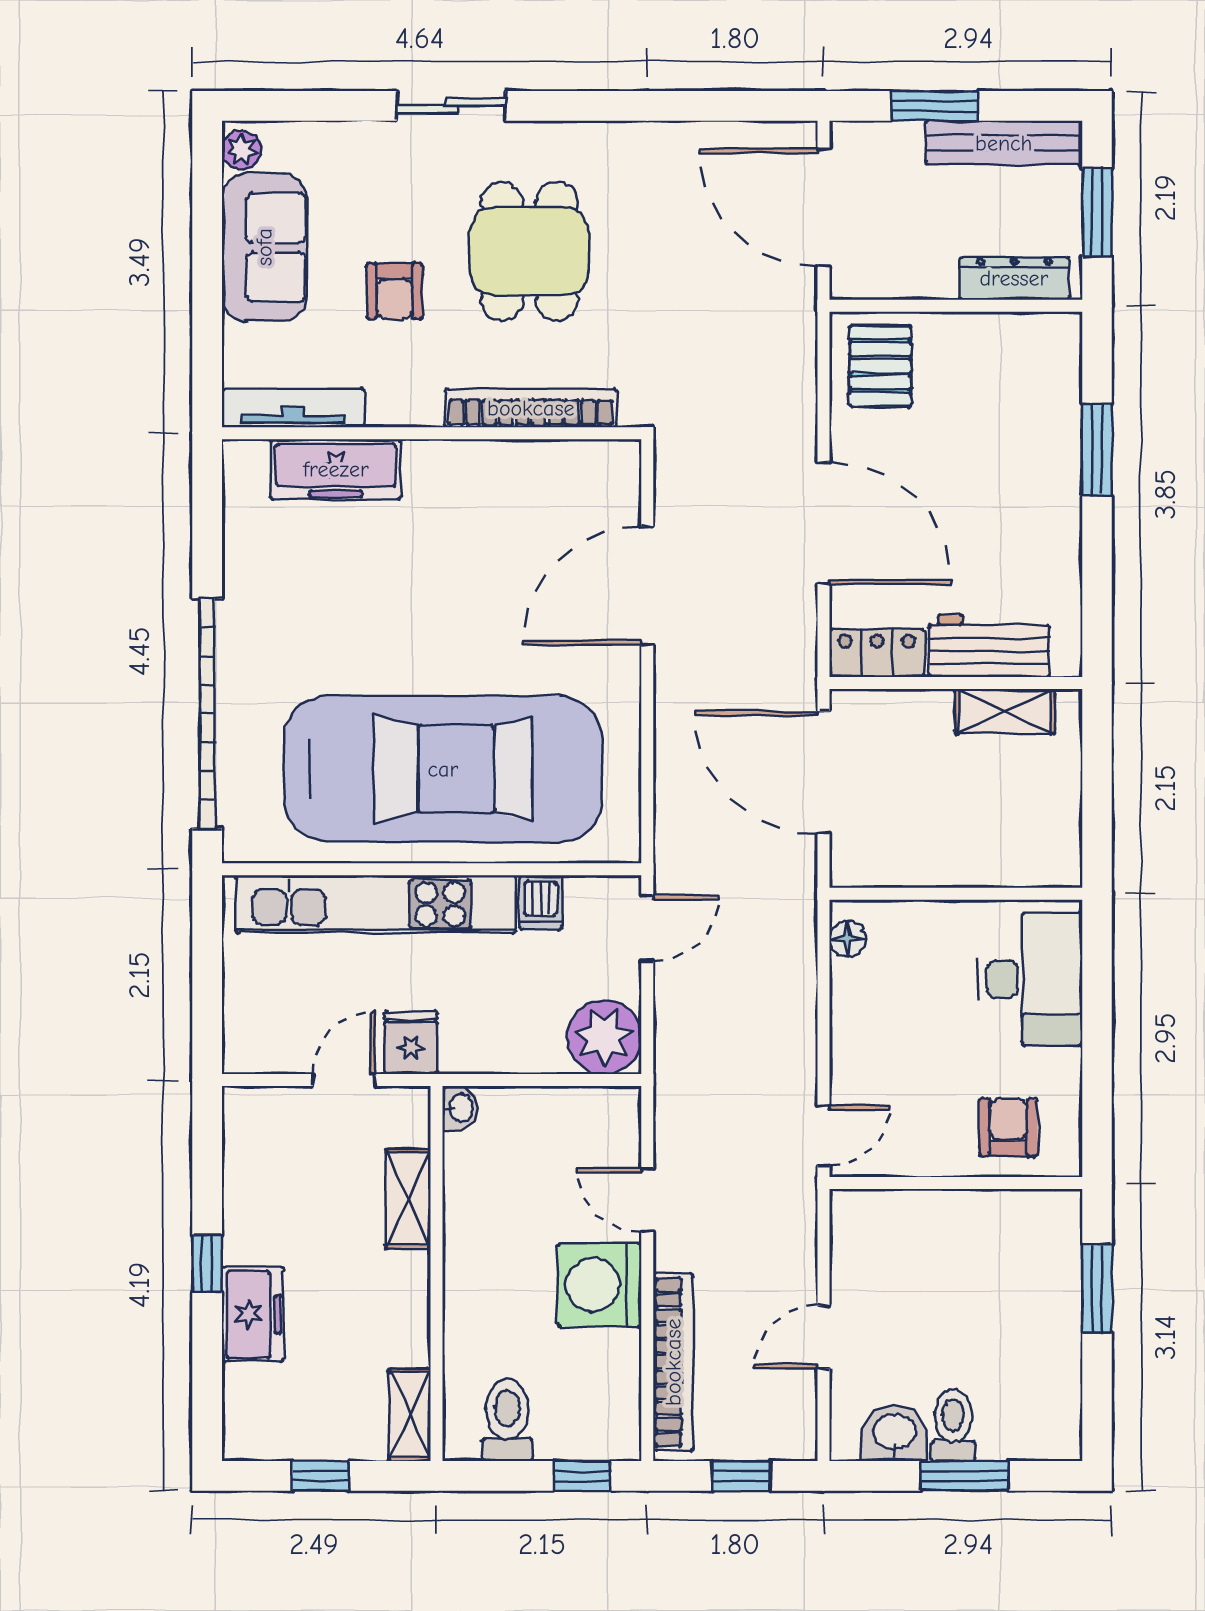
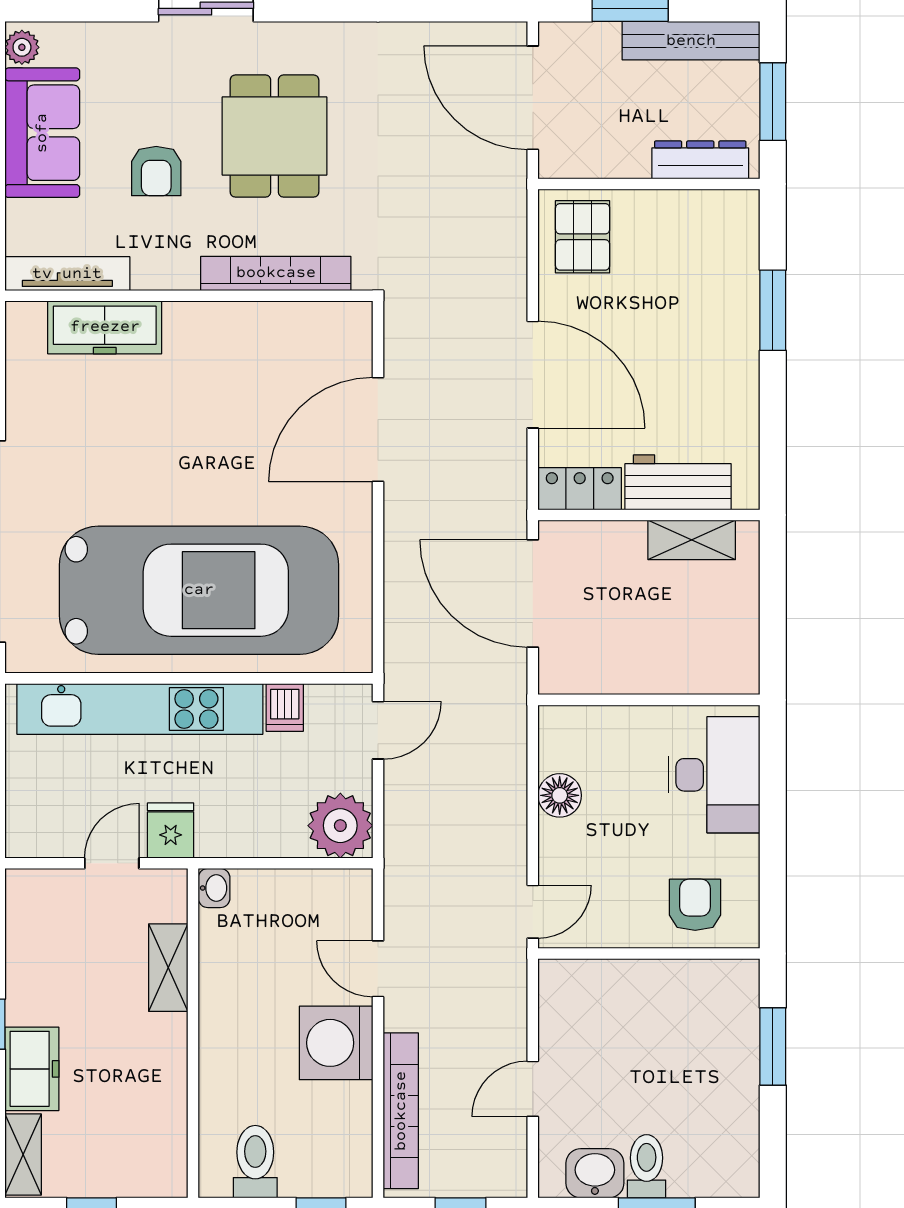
floor lamp: (848, 939) -> (560, 795), moved, width x1.37, depth x1.37
shelving: (410, 1415) -> (23, 1155), moved

